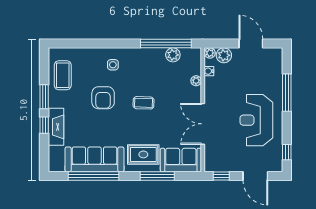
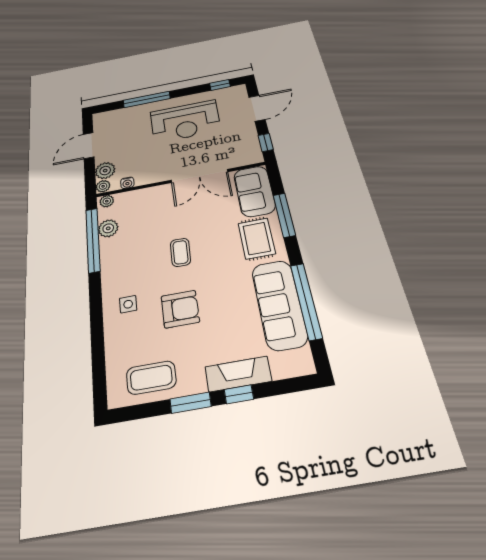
plant: (196, 81) -> (107, 201), moved

